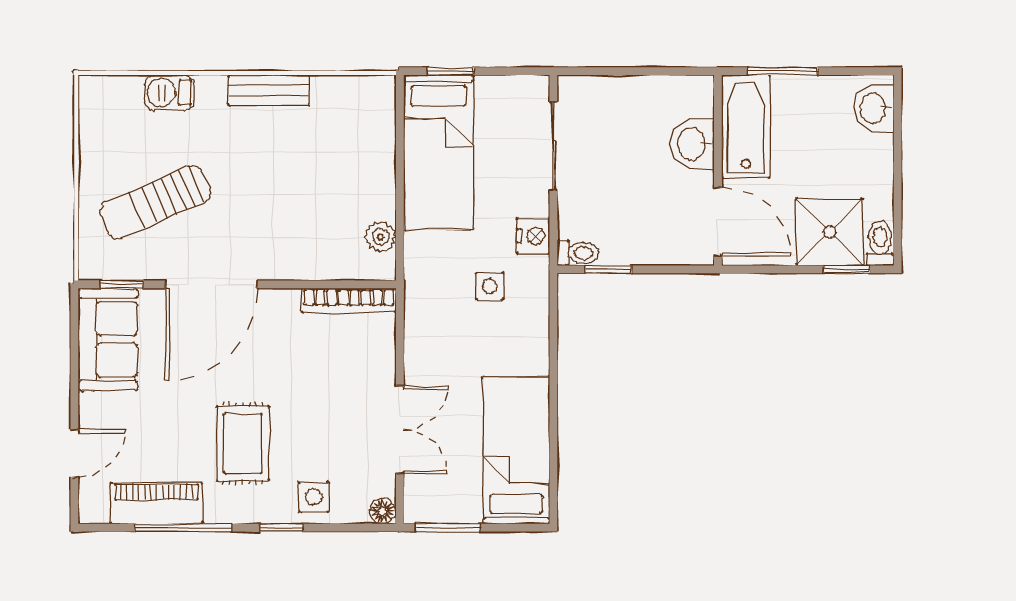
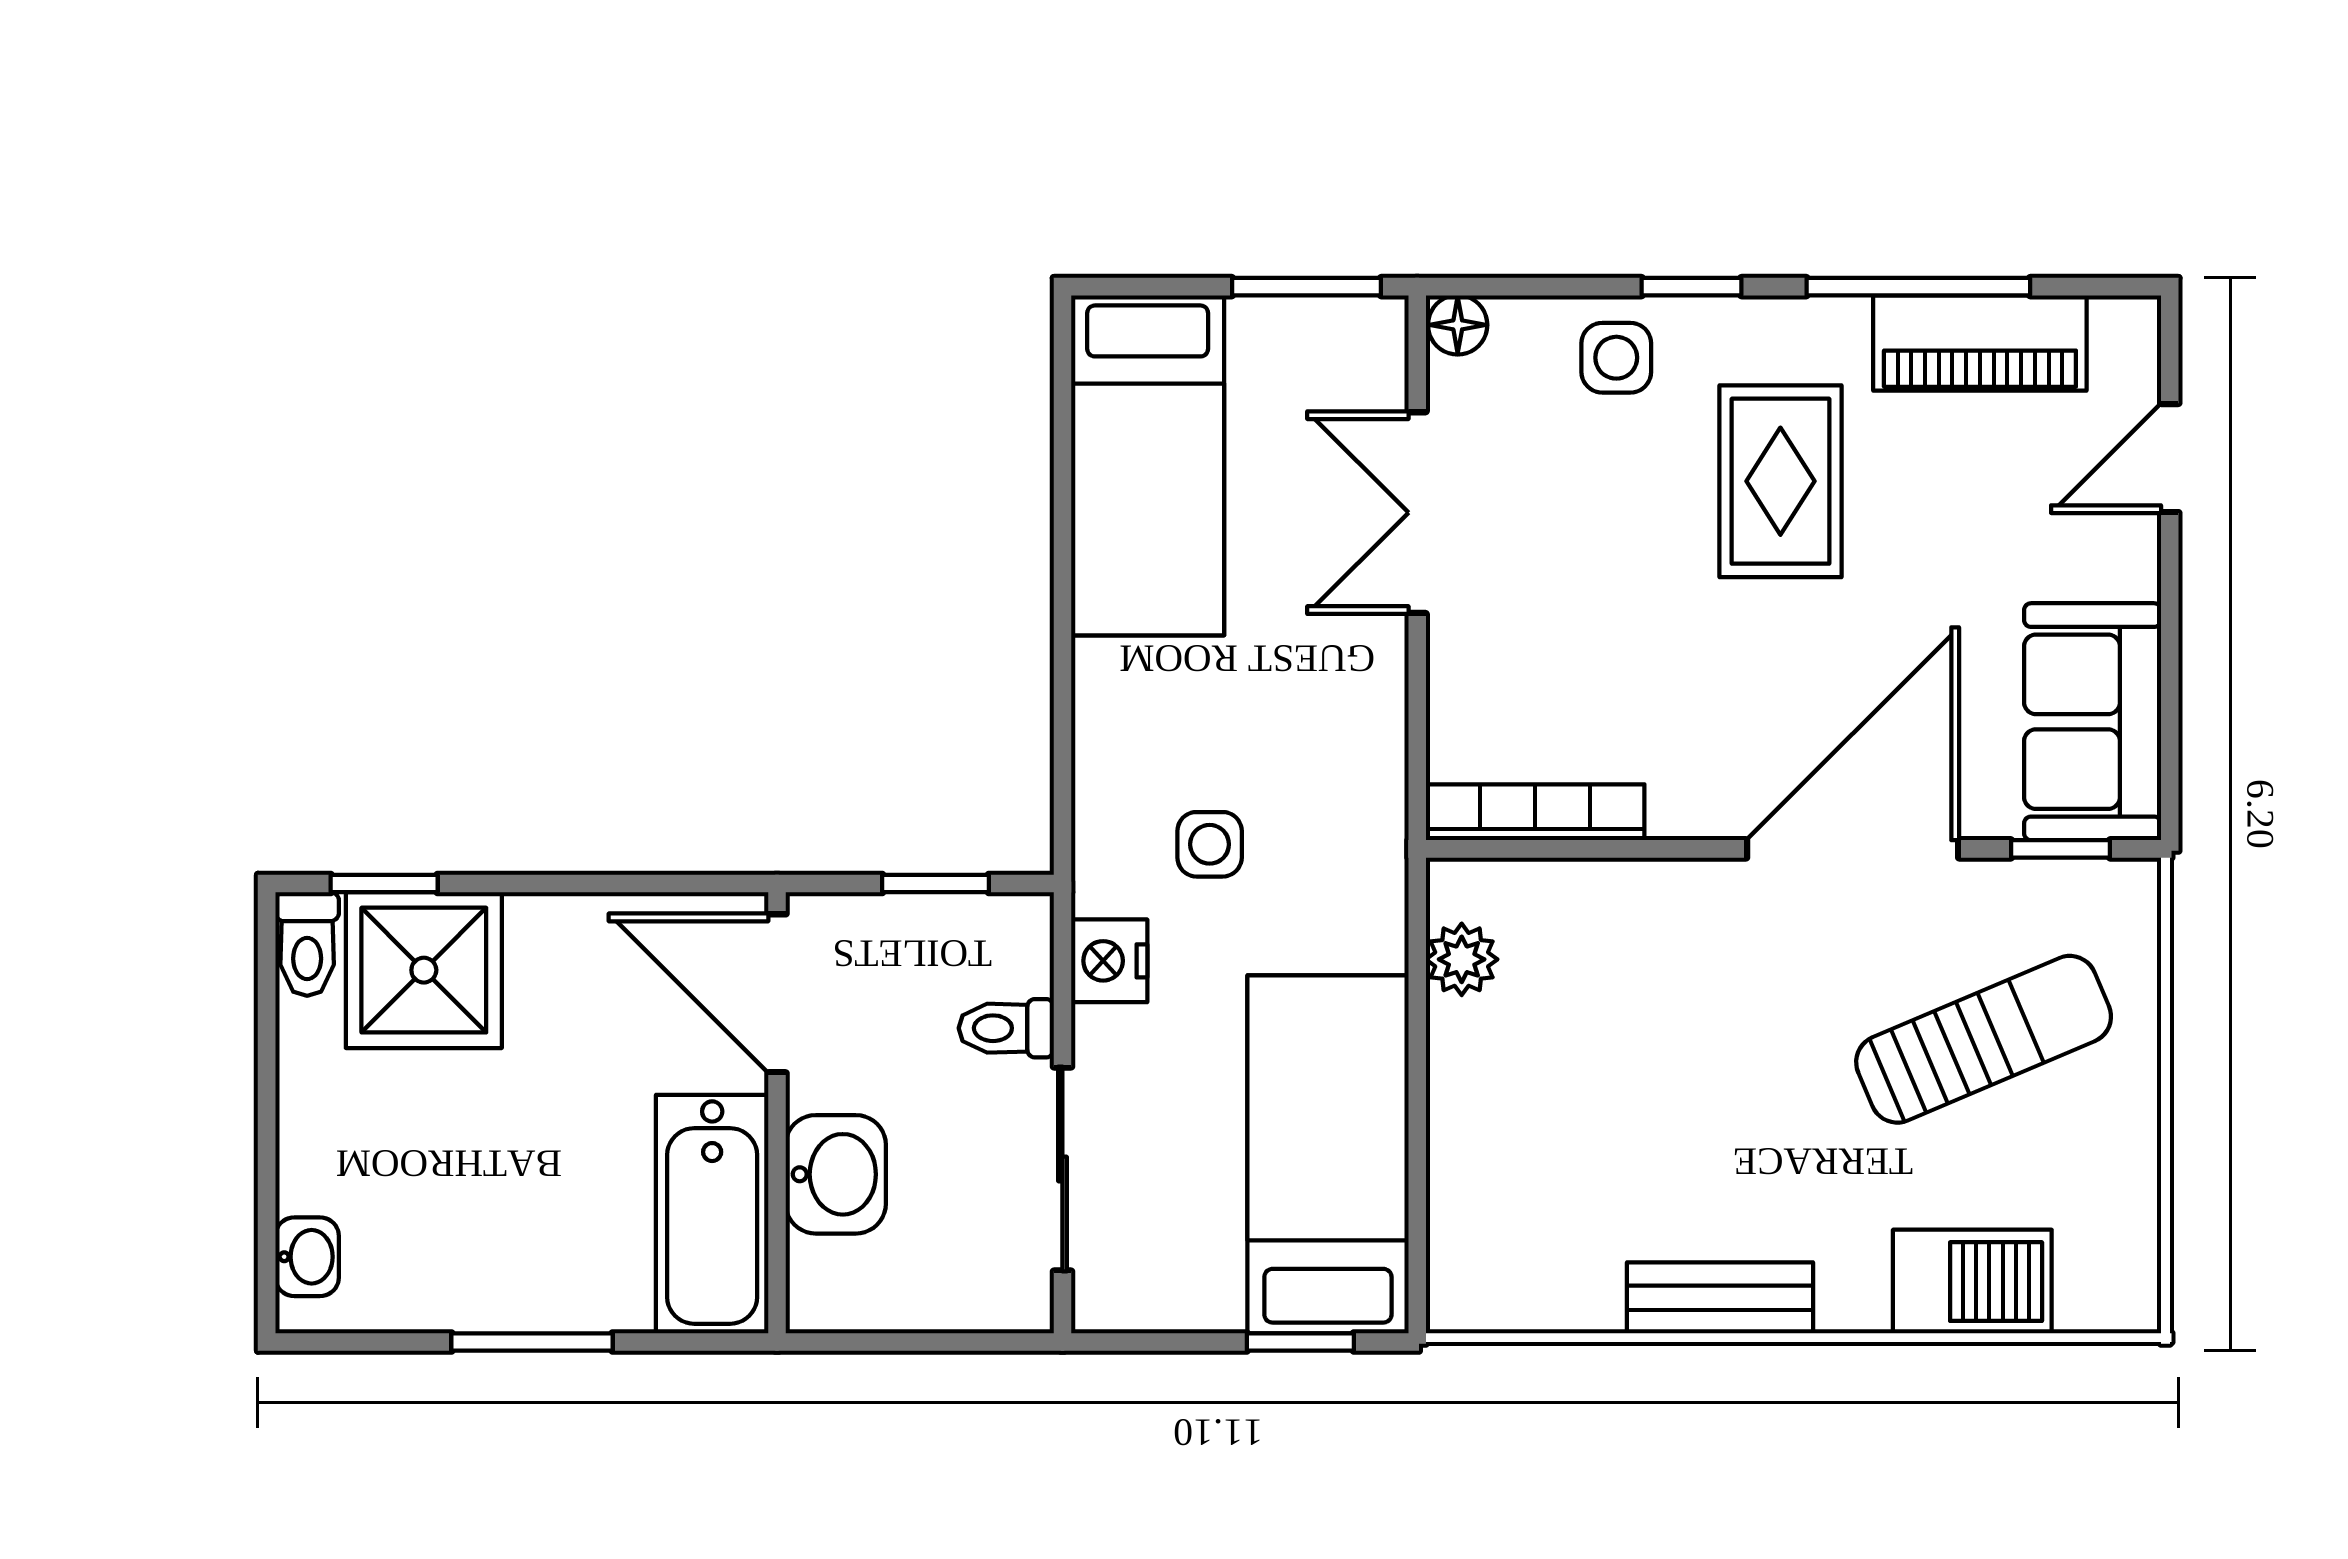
barbecue: (169, 93) -> (1972, 1282), width x1.38, depth x1.27
washbasin: (874, 108) -> (307, 1257), width x0.72, depth x0.69
bathtub: (746, 126) -> (712, 1214), moved
washbasin: (693, 144) -> (836, 1174), moved
wall: (718, 170) -> (777, 1113), moved
door: (718, 222) -> (777, 993), moved
toilet: (578, 253) -> (1006, 1028), moved

